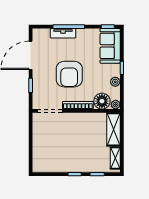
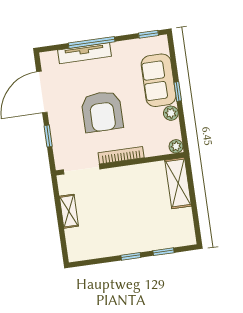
tv unit: (63, 33) -> (84, 53), width x1.41
sofa: (110, 46) -> (158, 80), moved
floor lamp: (102, 101) -> (155, 144), removed
shelving: (115, 158) -> (69, 211), moved

